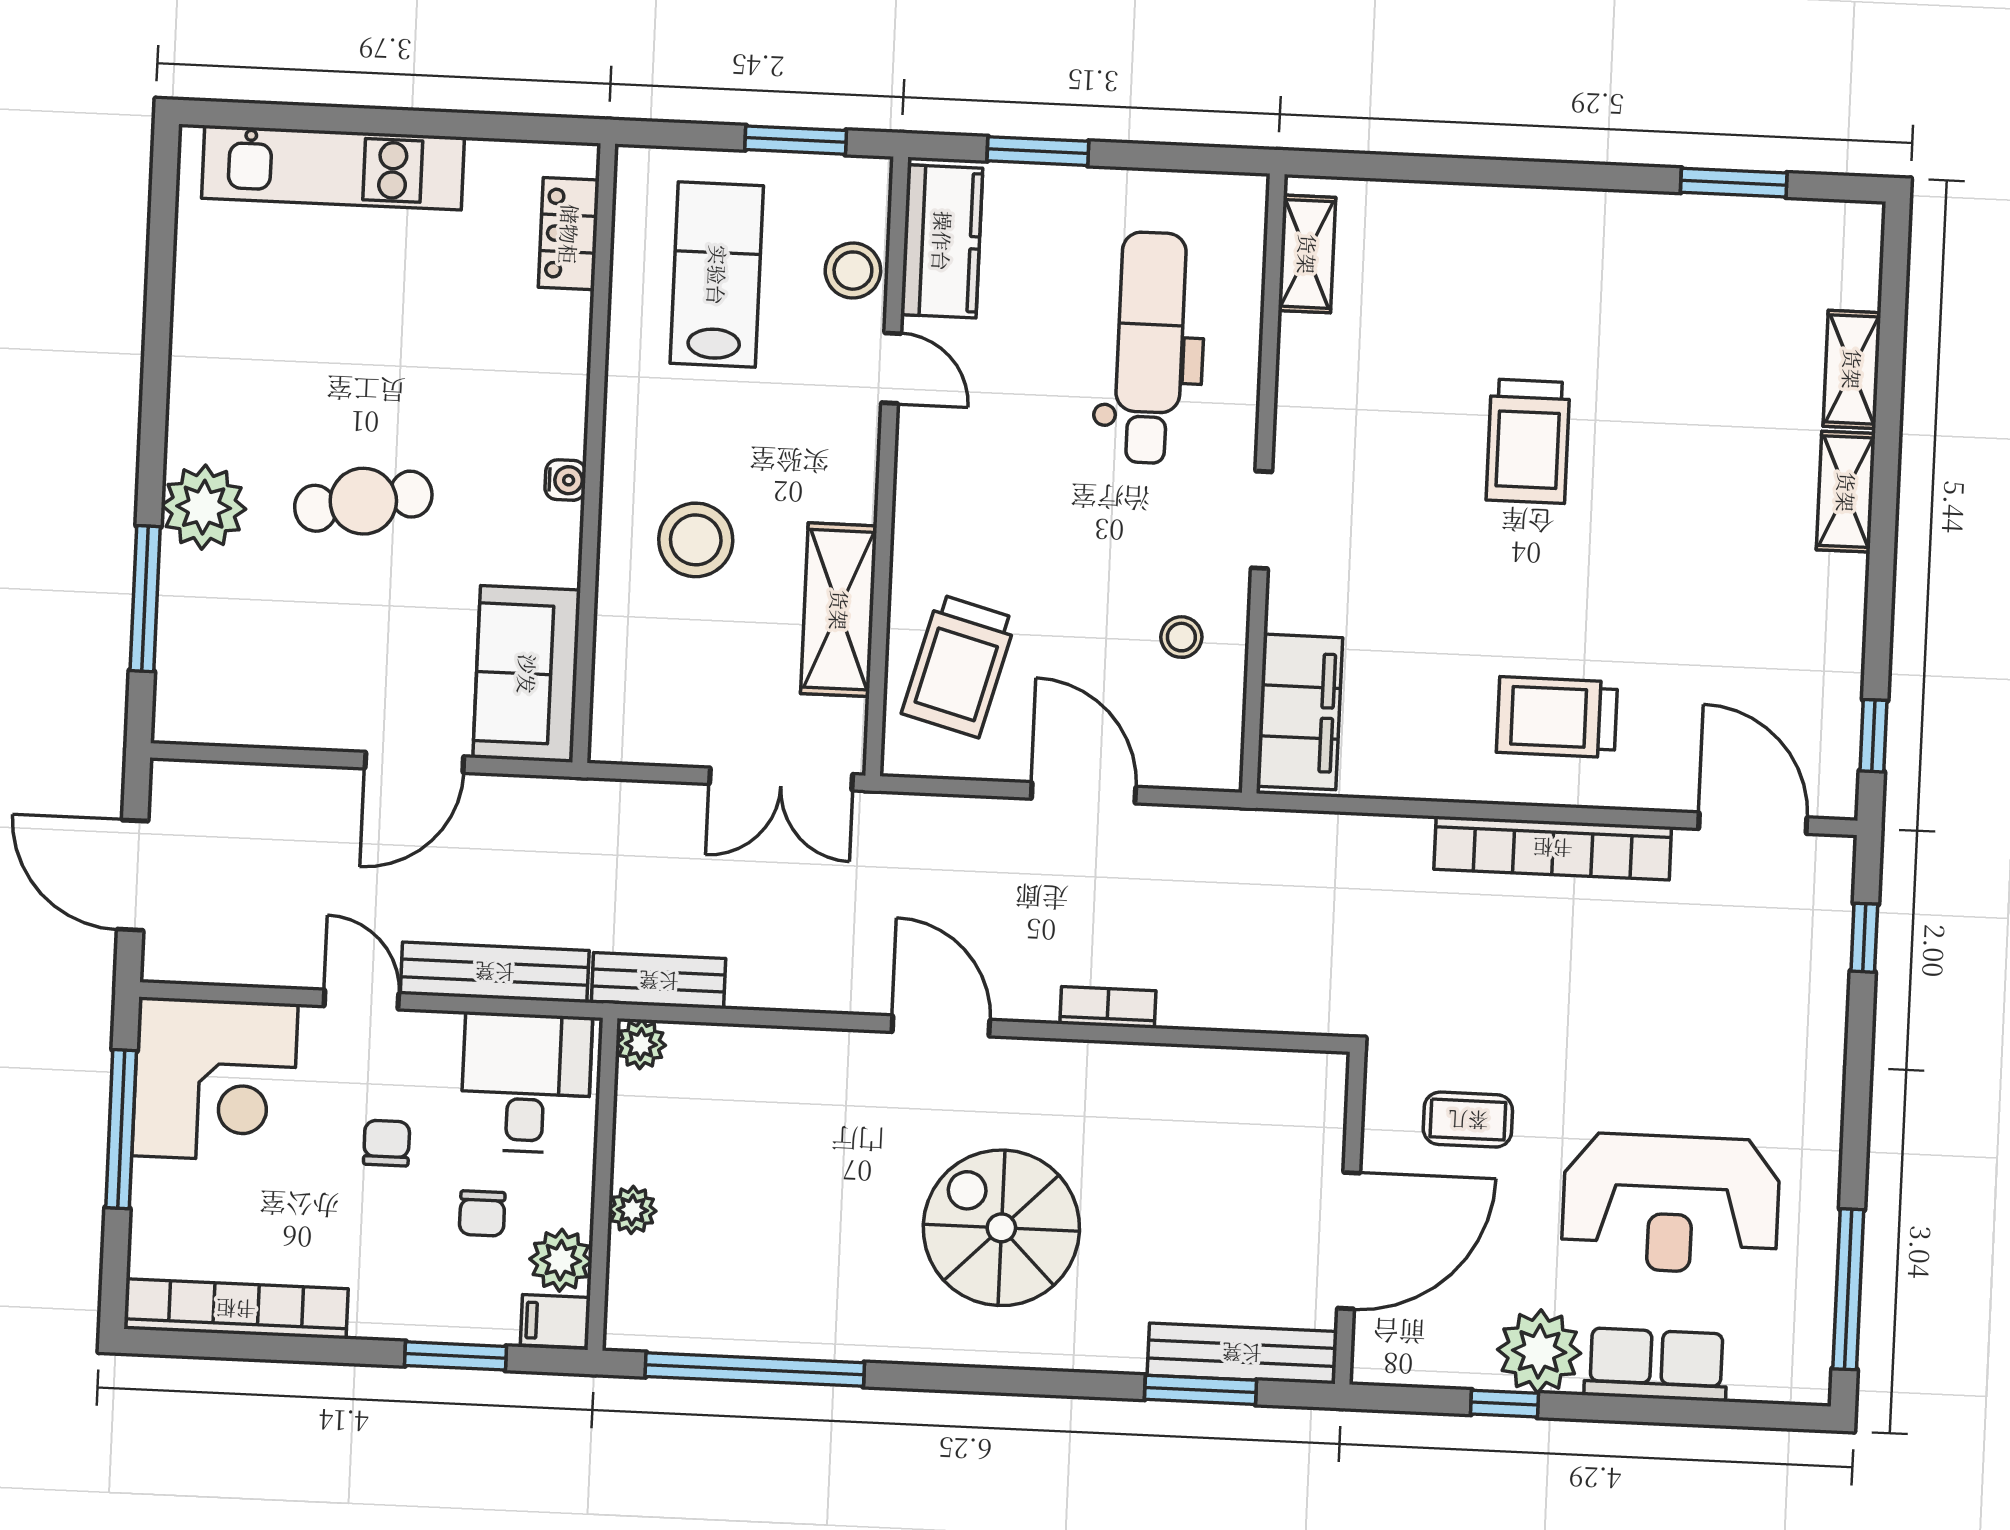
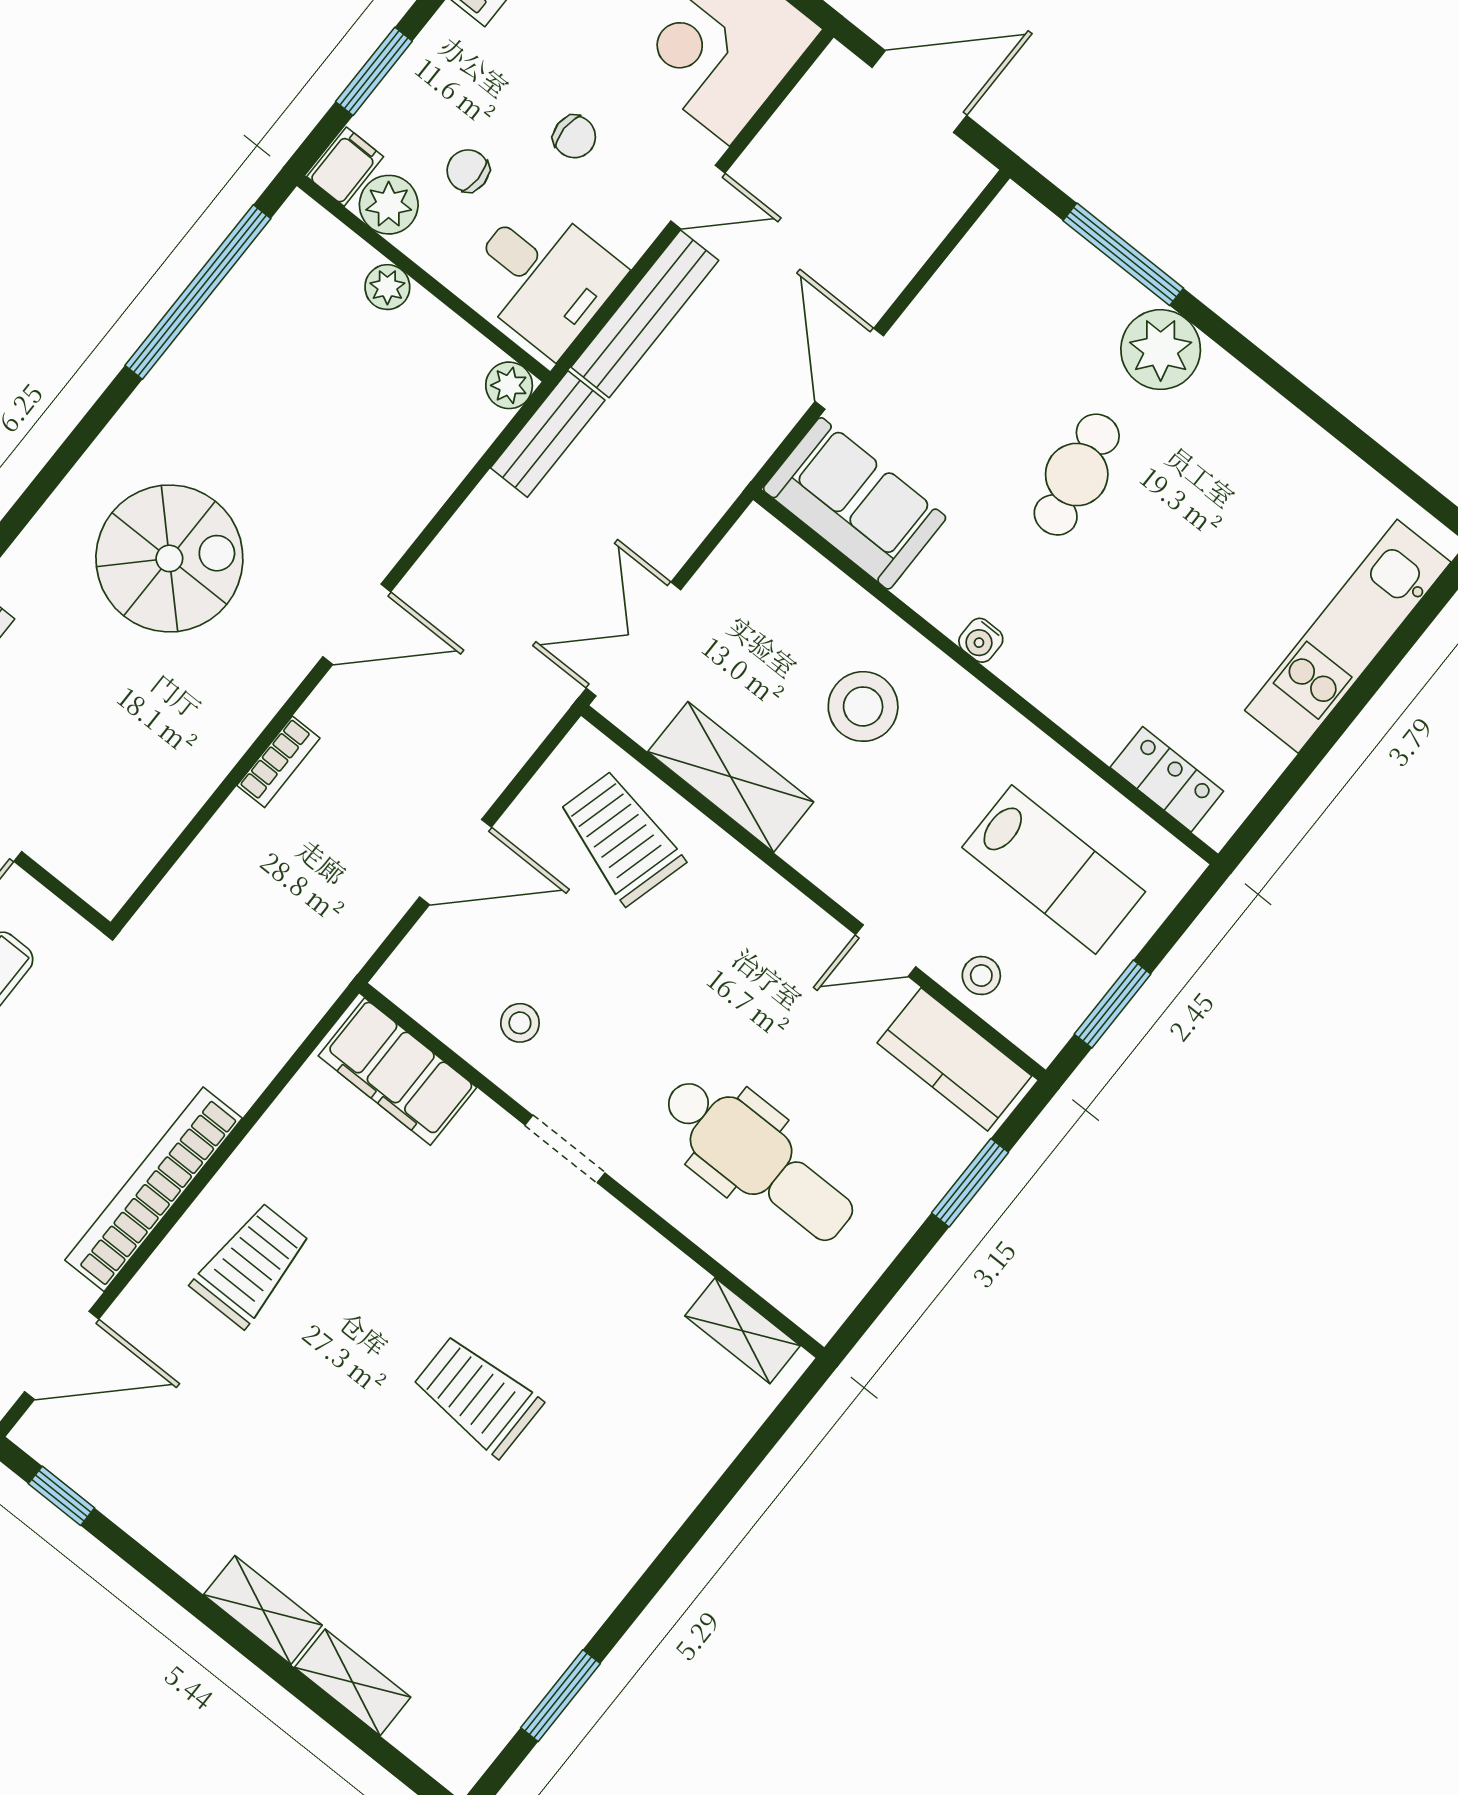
stool: (853, 271) -> (981, 976), width x0.73, depth x0.73

